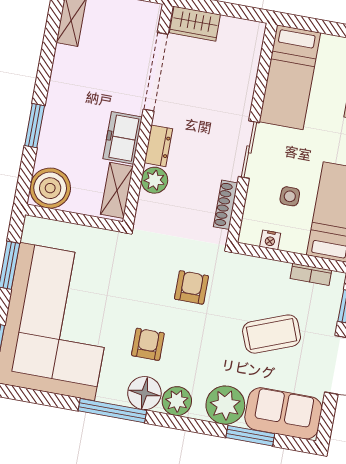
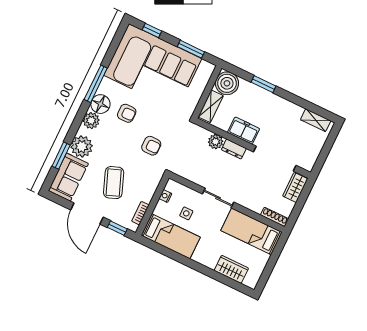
shelving: (117, 190) -> (211, 106), moved, turned 90
shoe rack: (226, 205) -> (275, 217), moved

